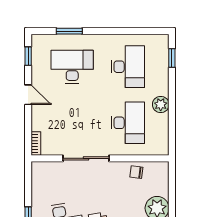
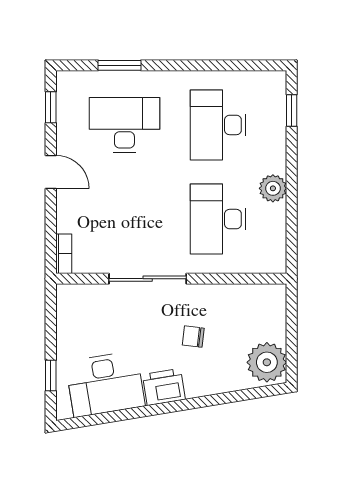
desk: (128, 67) -> (218, 125), turned 180
desk: (128, 123) -> (218, 219), turned 180
chair: (136, 172) -> (193, 337), moved

